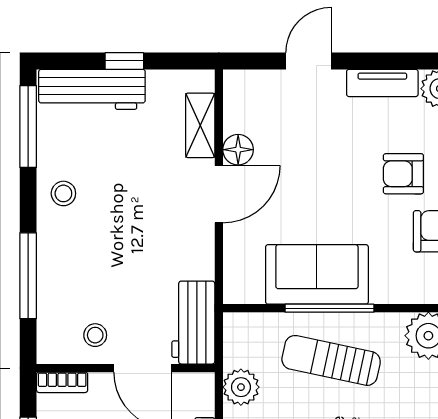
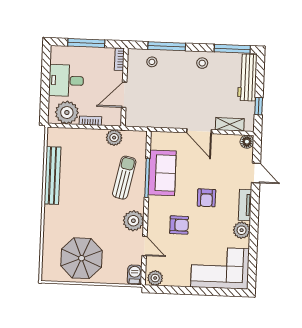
window: (124, 61) -> (259, 106), moved
floor lamp: (238, 150) -> (247, 142), moved
armchair: (403, 174) -> (206, 198), moved, turned 180
workbench: (193, 323) -> (143, 118), removed
stool: (95, 335) -> (152, 62), moved

